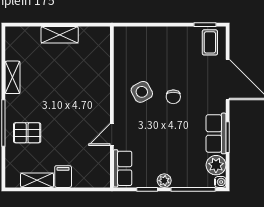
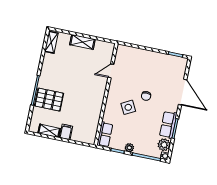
coffee table: (210, 42) -> (176, 66), removed
shelving: (13, 77) -> (51, 42), moved
side table: (142, 92) -> (128, 107), moved
pallet: (27, 133) -> (49, 100), width x1.50, depth x1.42
door: (112, 135) -> (111, 71), moved

